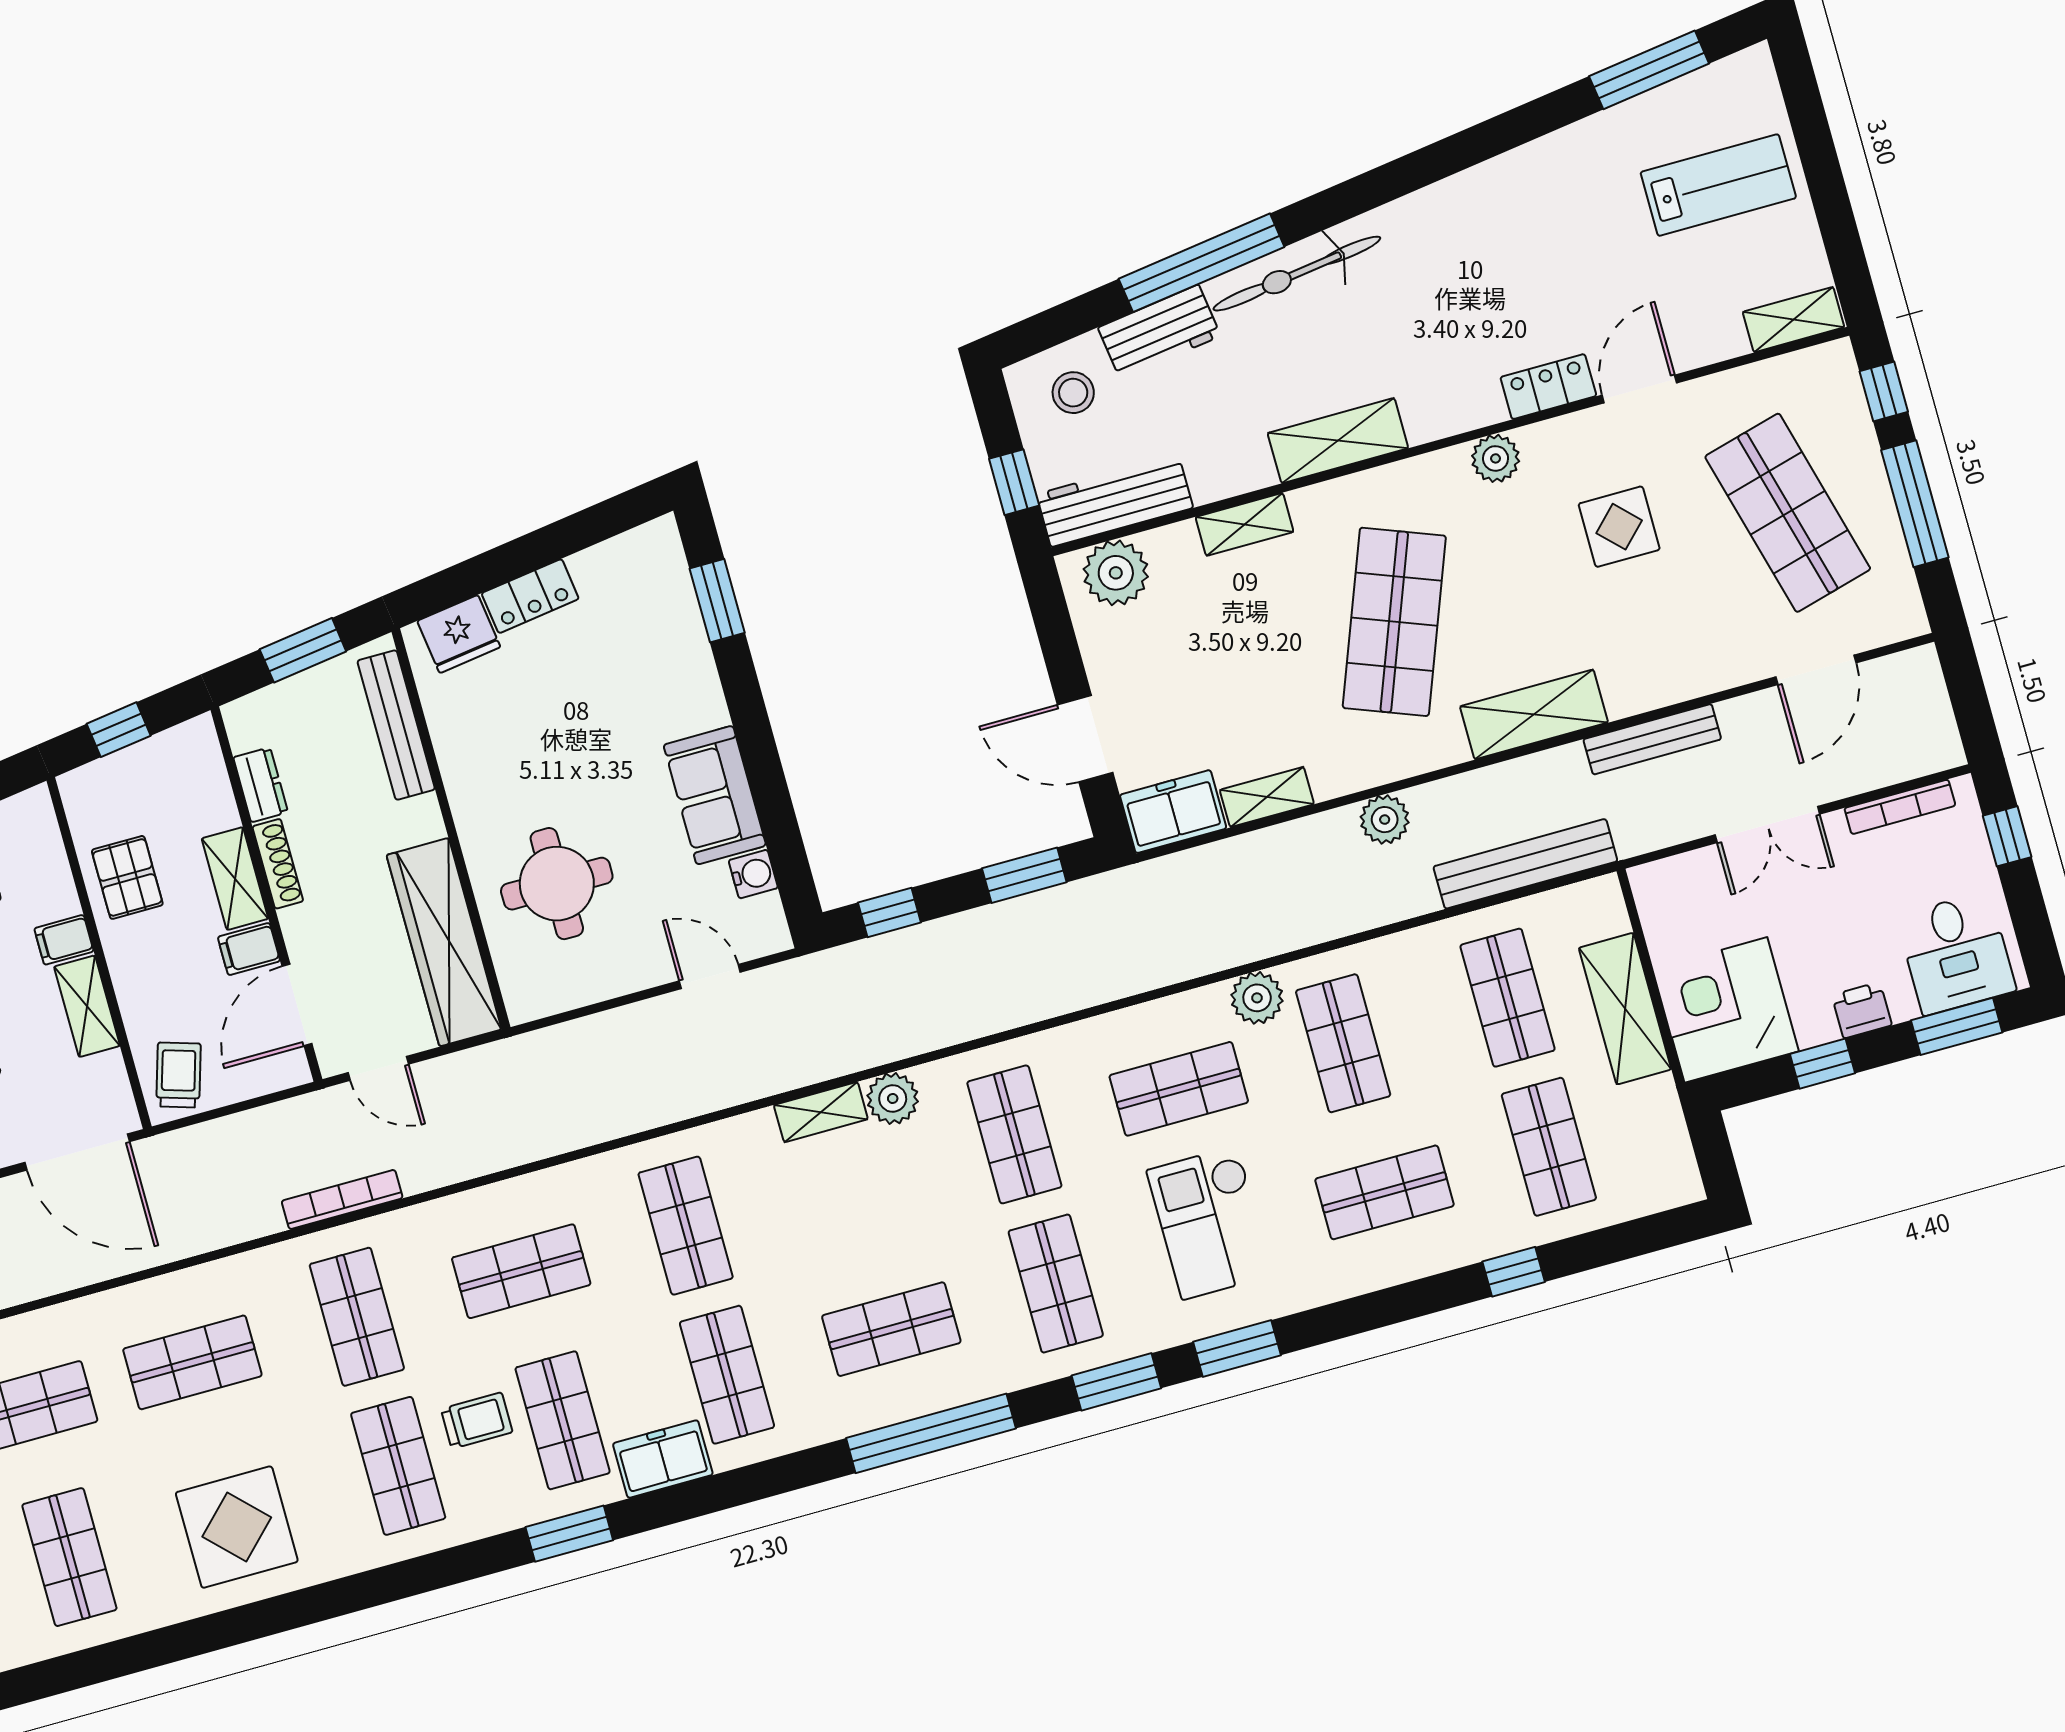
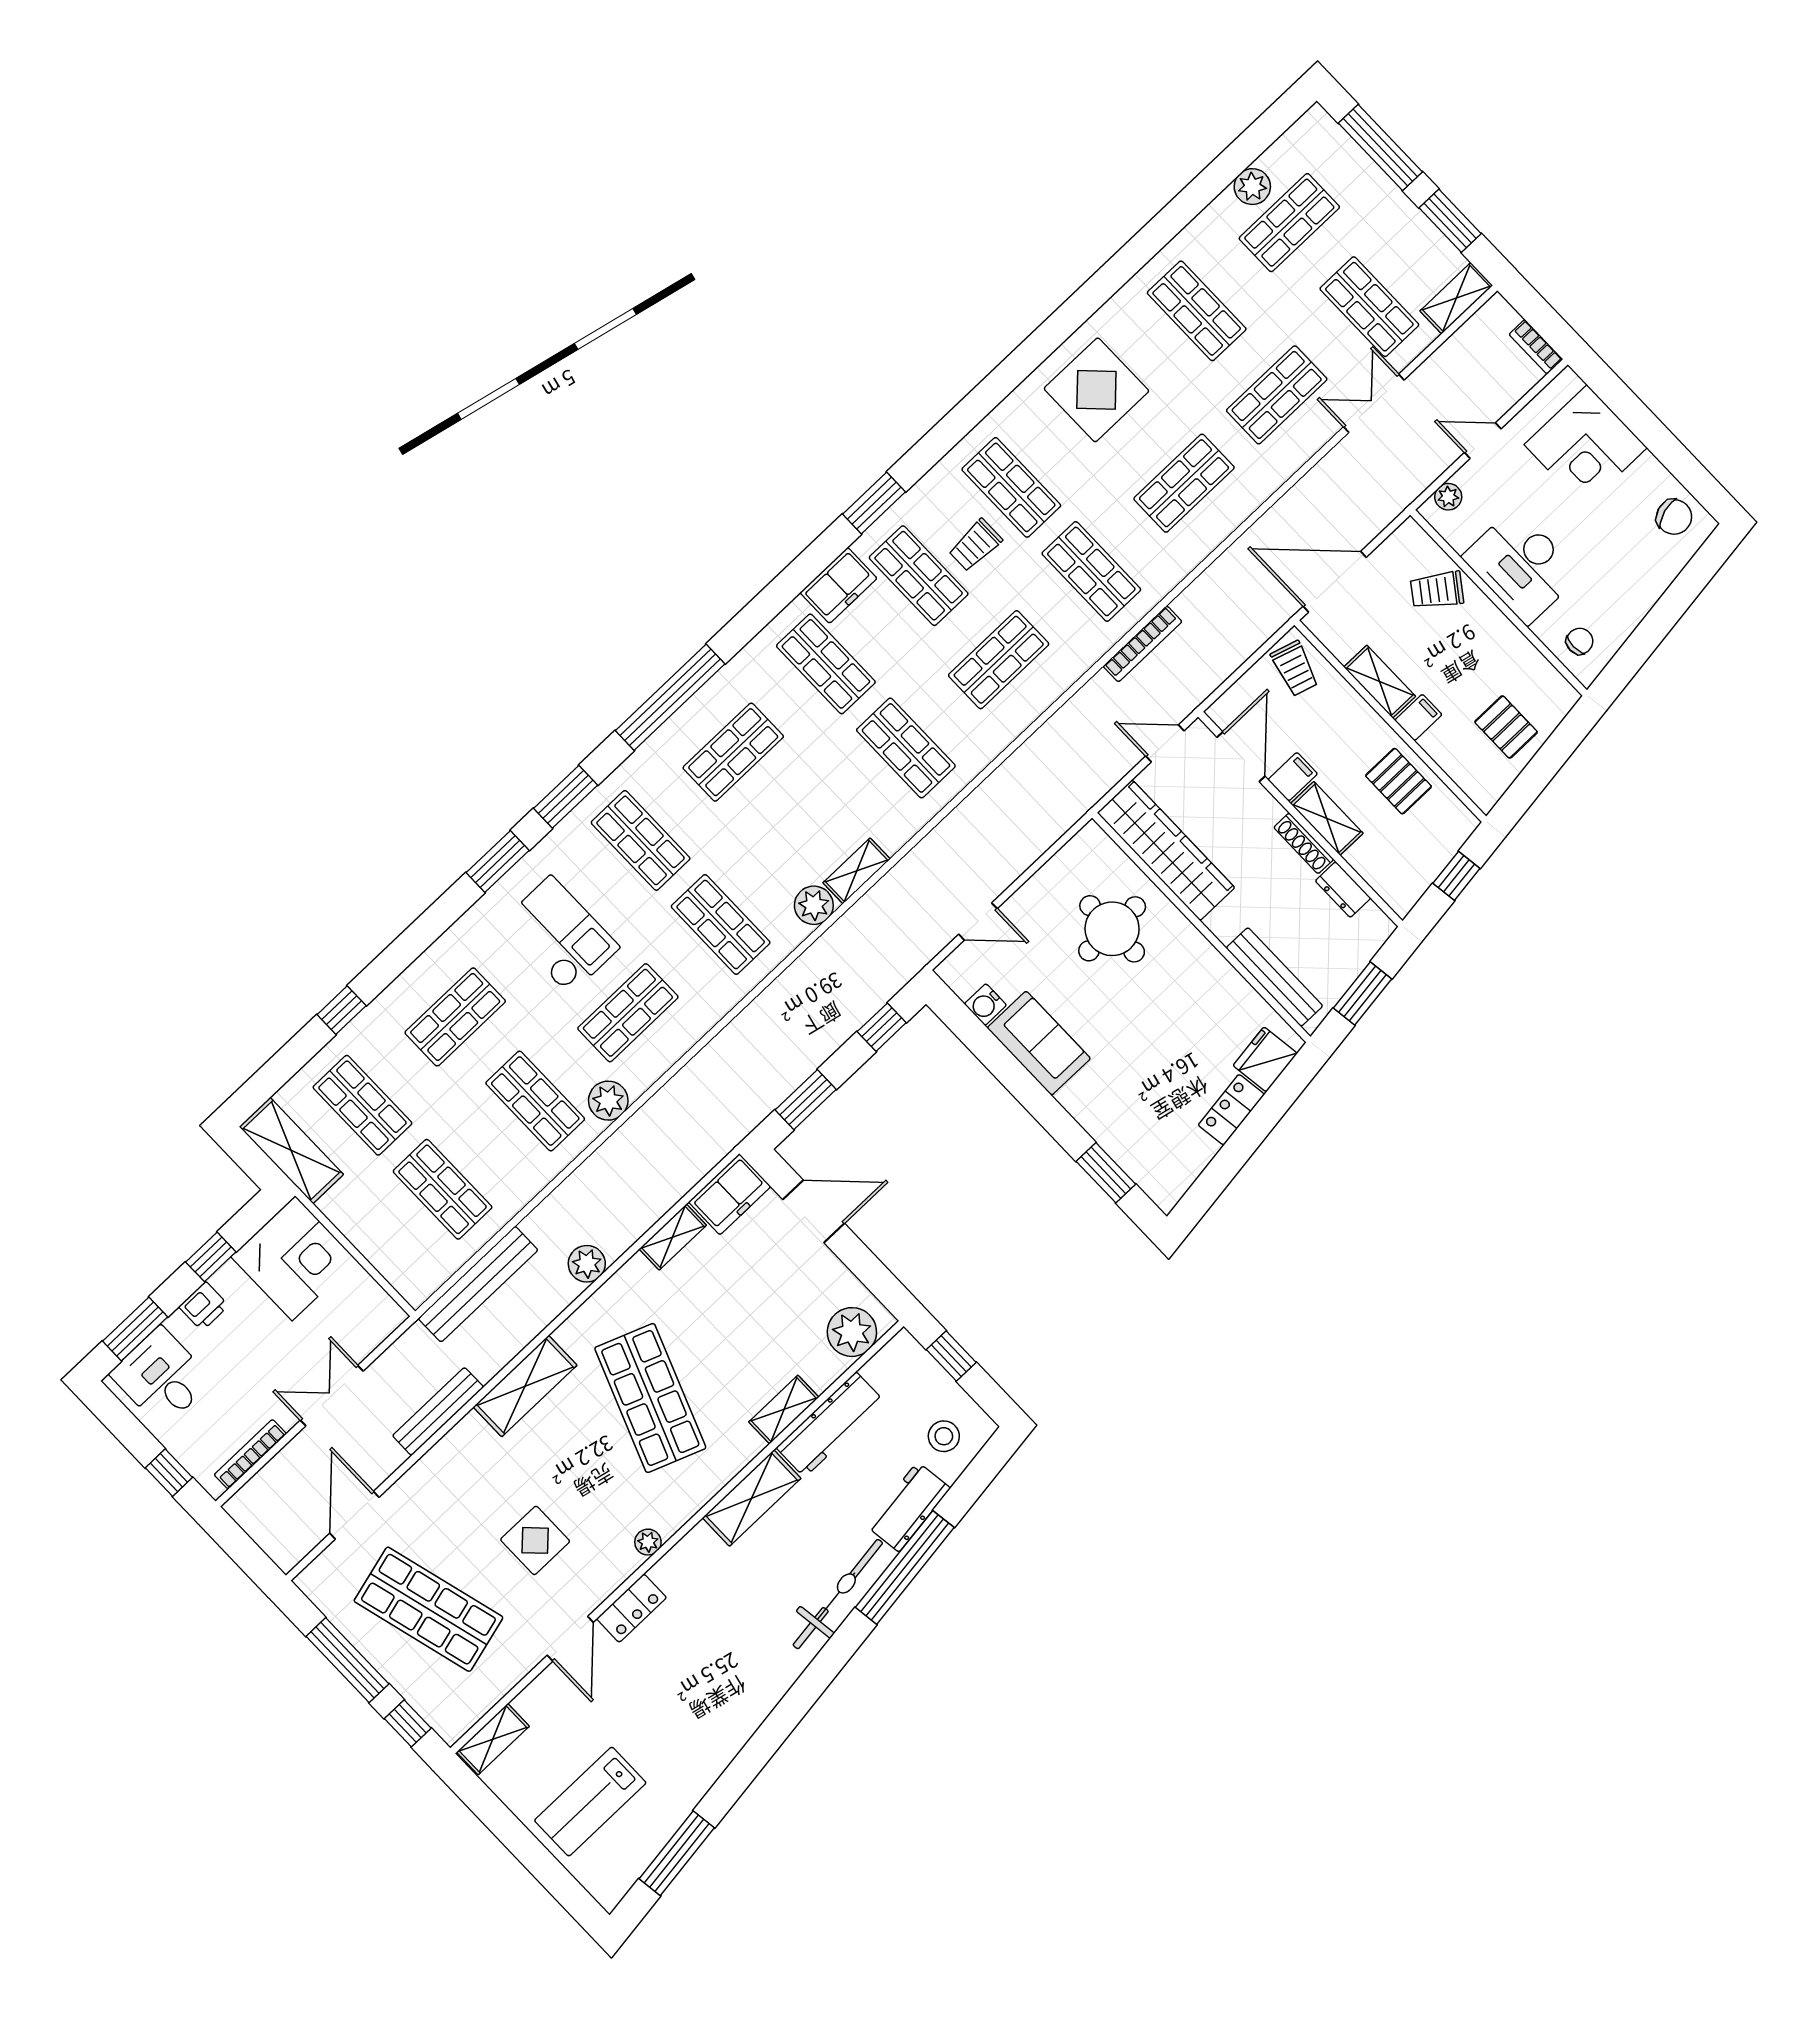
plant: (1496, 458) -> (648, 1542), width x0.73, depth x0.73
workbench: (1115, 501) -> (830, 1425), moved
shelving: (1625, 1009) -> (291, 1151), moved

